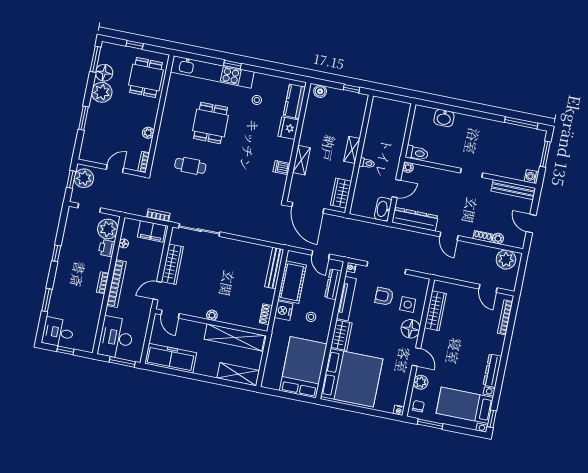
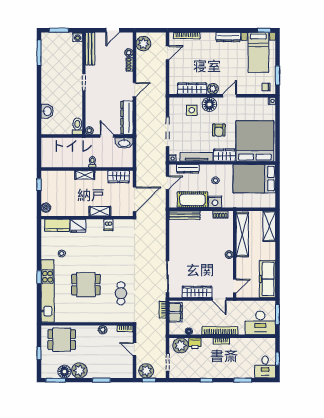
armchair: (384, 296) -> (219, 130), moved
plant: (421, 382) -> (213, 89), moved

